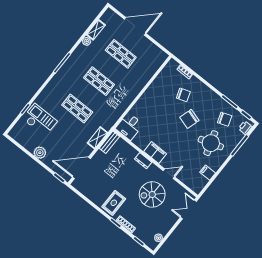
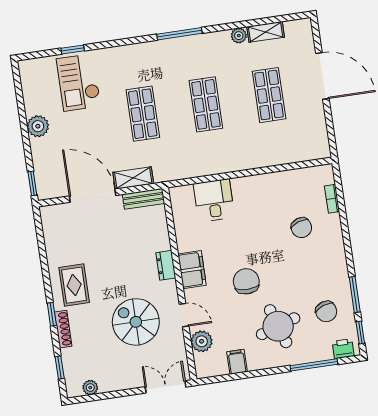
chair: (189, 119) -> (246, 281), moved, turned 73
checkout: (40, 120) -> (79, 82), turned 180
desk: (129, 126) -> (214, 200), moved, turned 90
door: (81, 168) -> (93, 196), moved
plant: (186, 178) -> (202, 341), added
rug: (114, 203) -> (74, 285), turned 90

